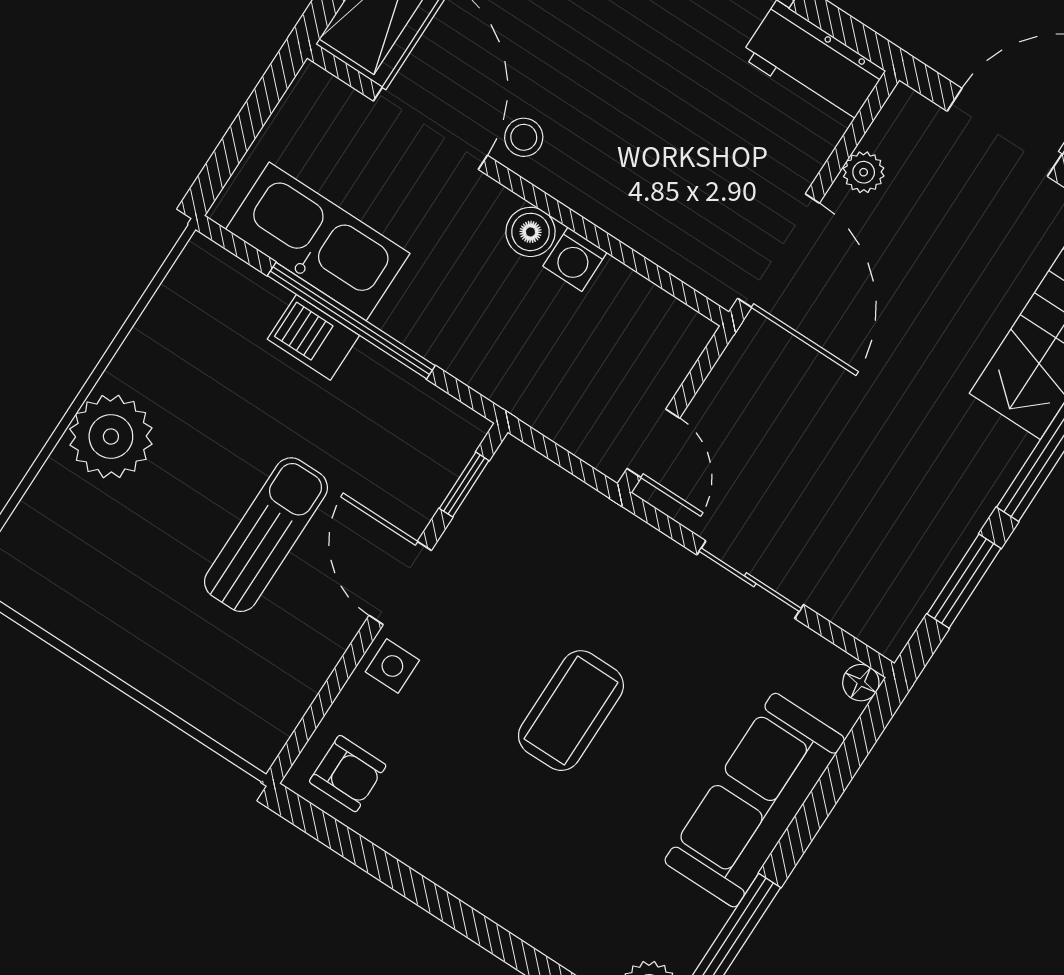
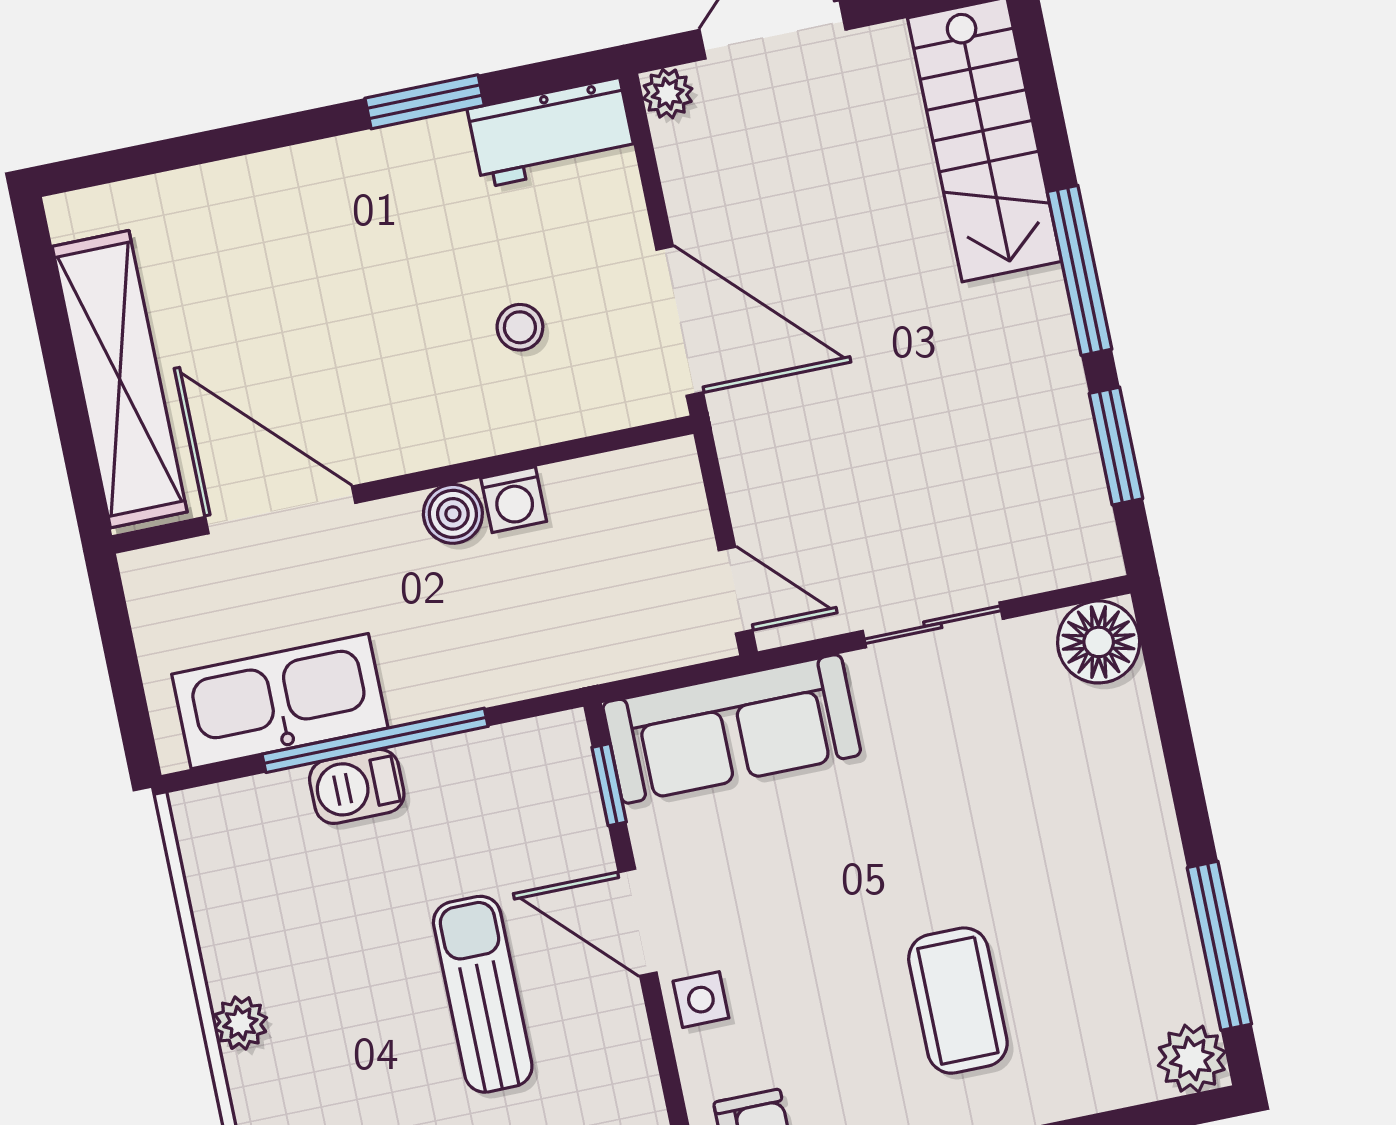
stool: (524, 137) -> (520, 327), moved
plant: (864, 172) -> (668, 94), moved
plant: (111, 436) -> (240, 1023), width x0.53, depth x0.53
floor lamp: (861, 683) -> (1099, 642), width x1.89, depth x1.89
coffee table: (571, 711) -> (958, 1001), moved
sofa: (755, 800) -> (732, 729), moved, turned -90

